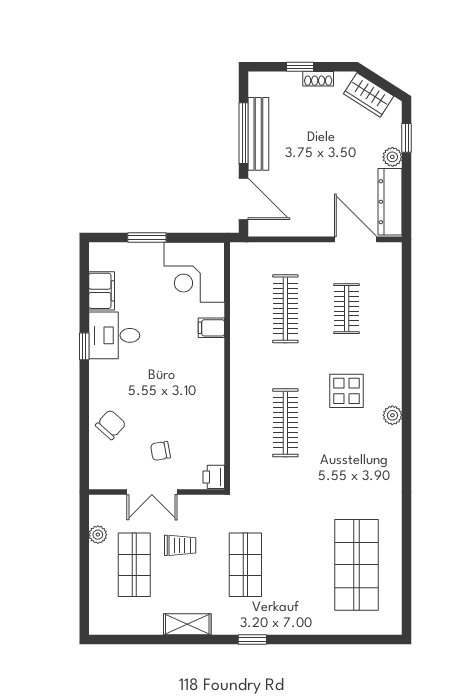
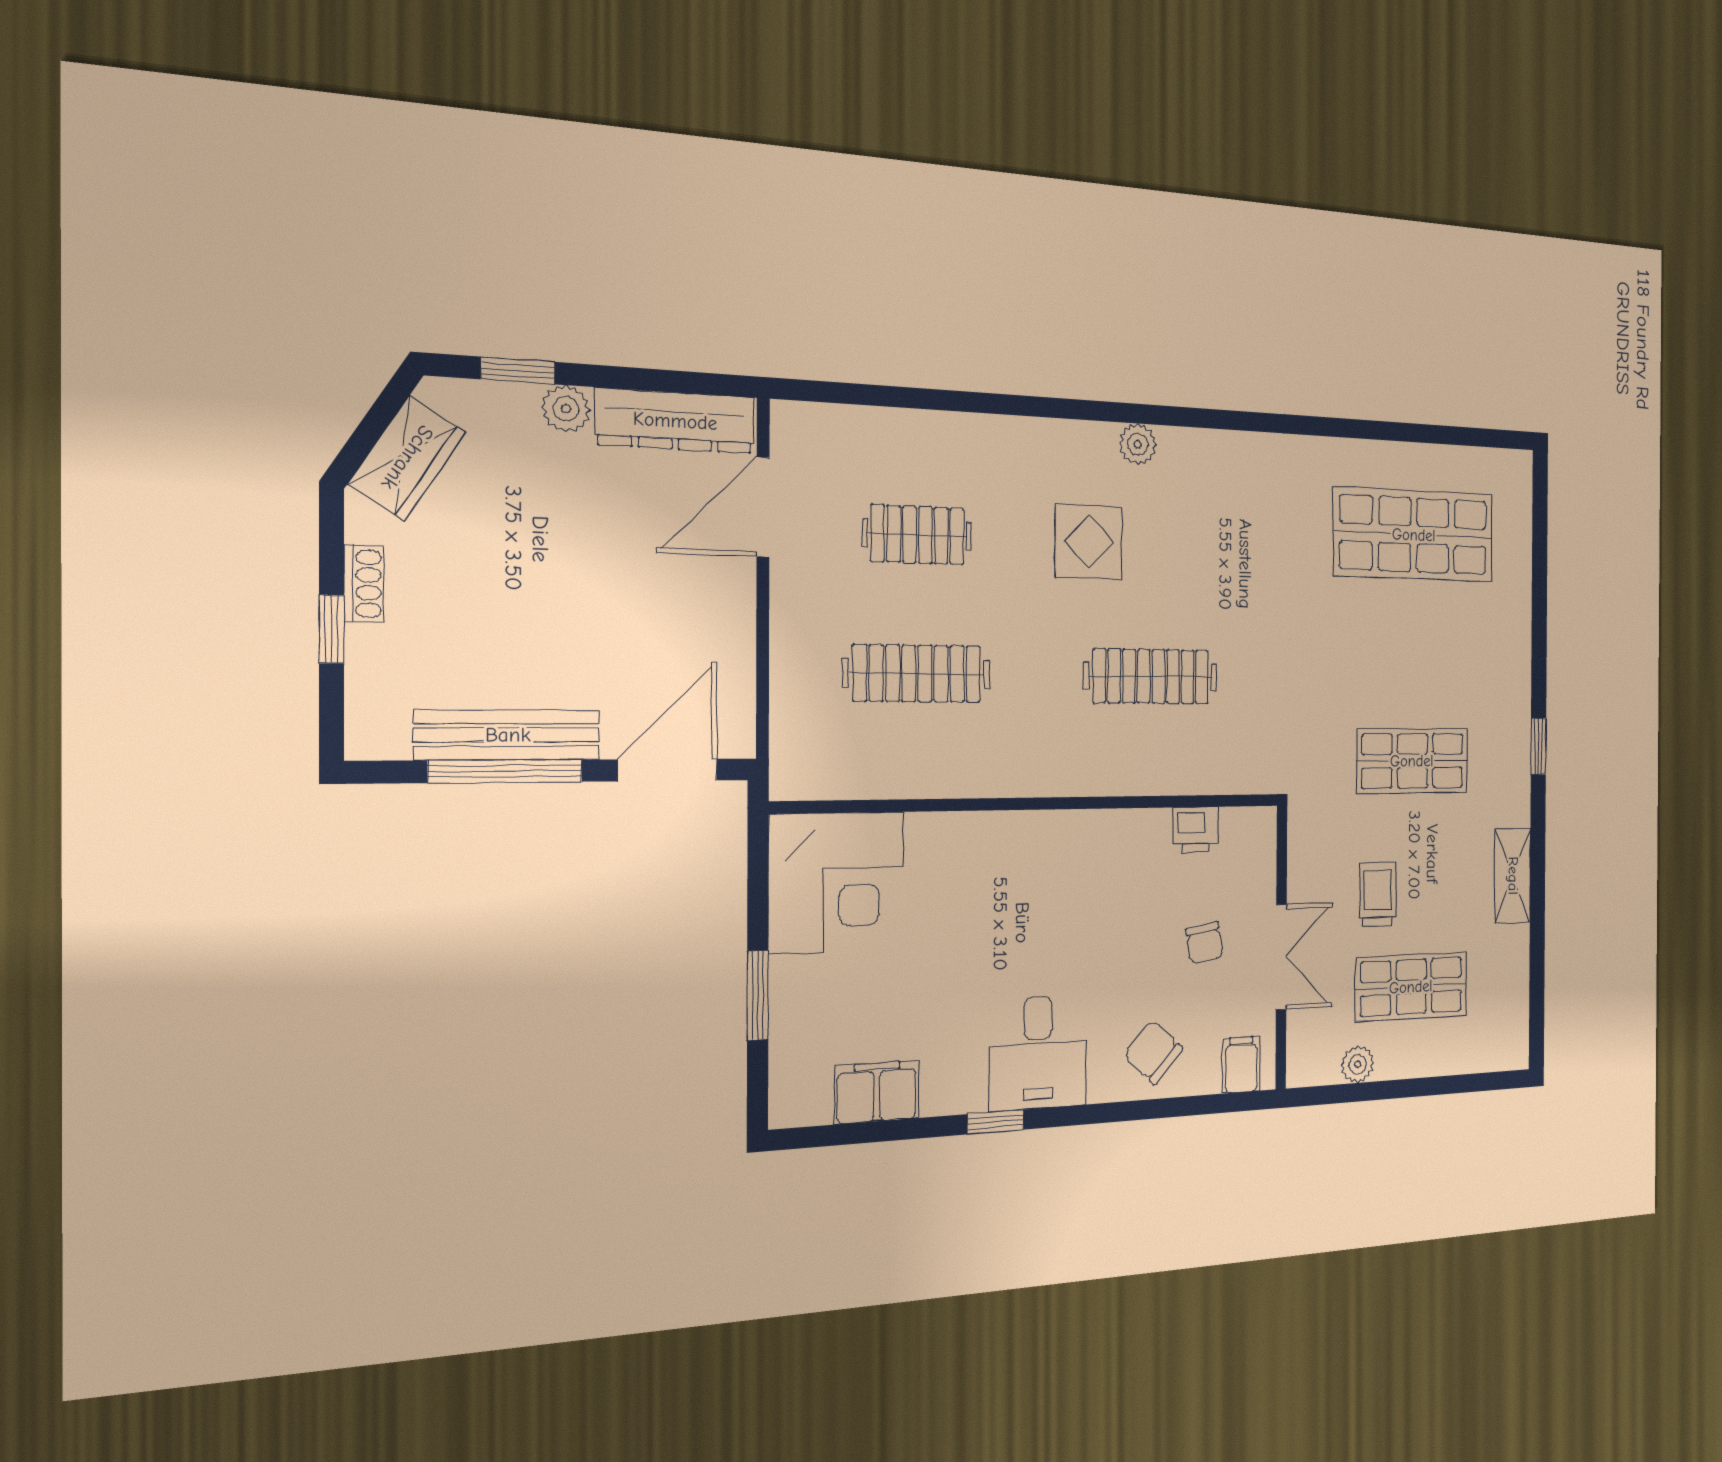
filing cabinet: (211, 328) -> (1241, 1065), moved, turned 180
desk: (114, 335) -> (1038, 1053), moved
printer: (214, 477) -> (1196, 830), moved

